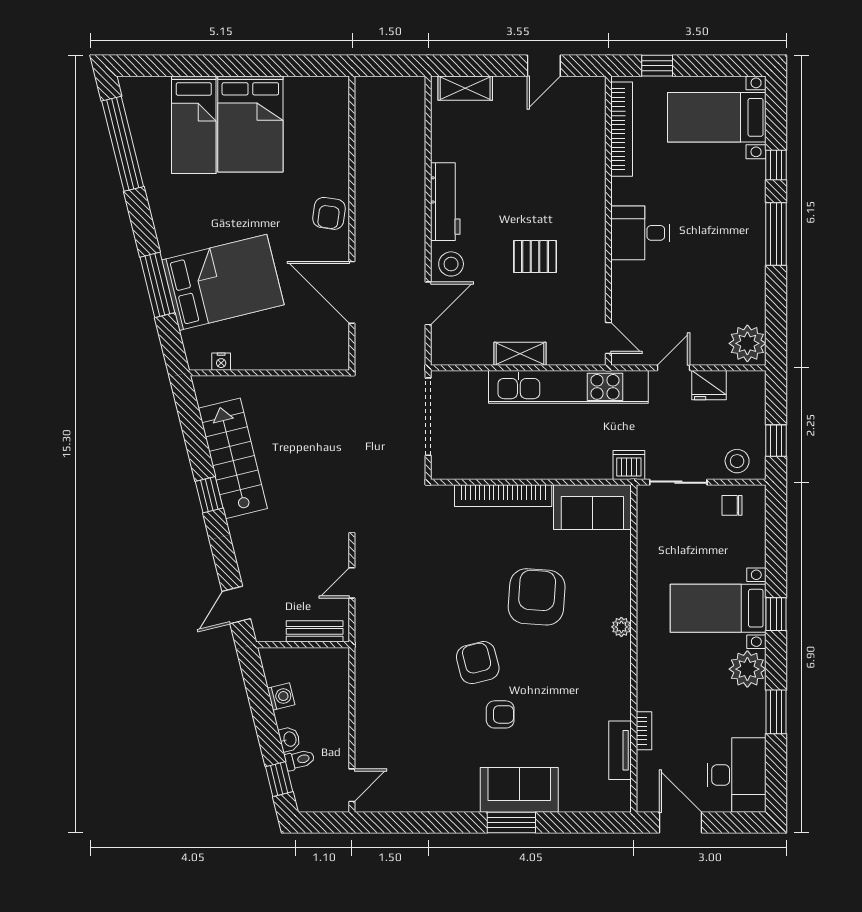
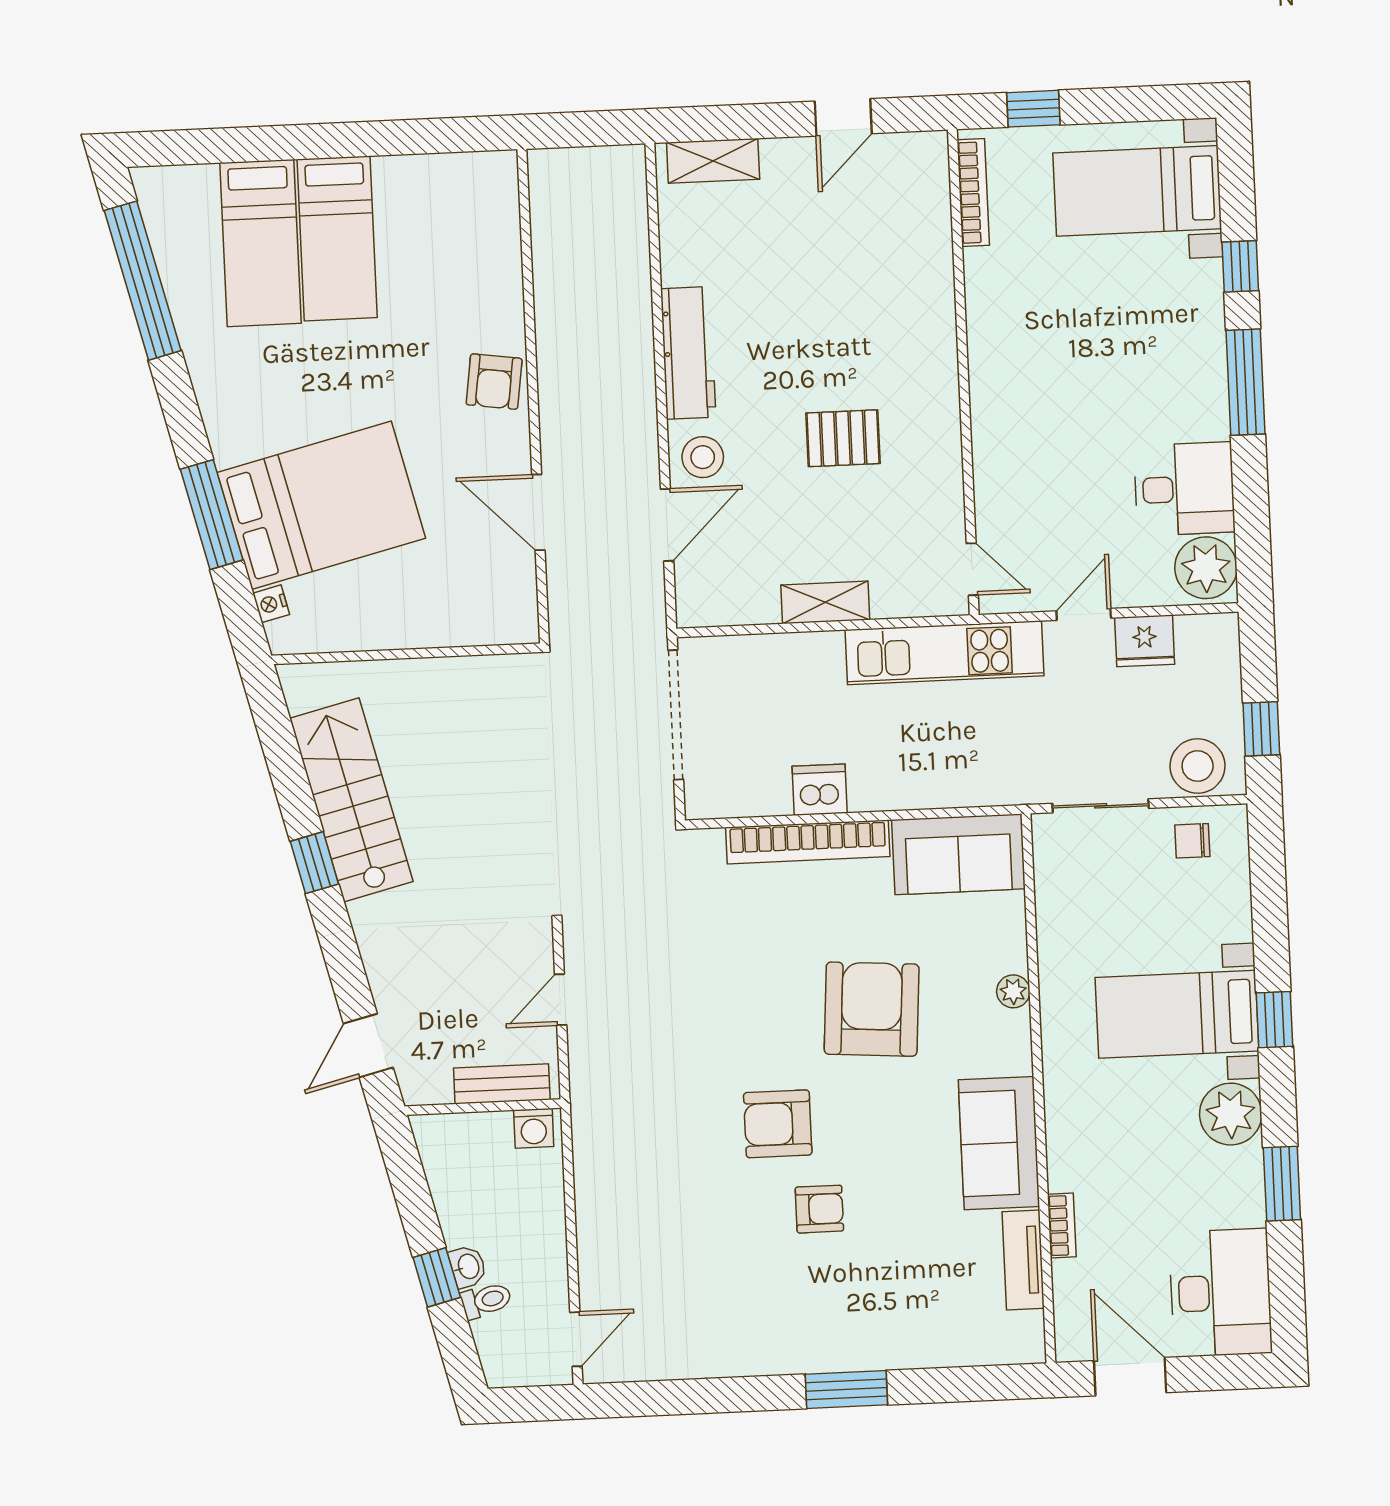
bed: (250, 124) -> (337, 238), width x0.67
bookcase: (622, 129) -> (973, 193), width x0.68, depth x0.76
desk: (640, 233) -> (1184, 489), moved, turned 180
door: (352, 292) -> (538, 512), width x0.73
nightstand: (221, 362) -> (271, 604), moved, turned 76
kitchen unit: (568, 387) -> (944, 653), width x0.73
stool: (737, 461) -> (1198, 766), width x1.38, depth x1.38
dishwasher: (629, 465) -> (820, 790), moved
plant: (621, 627) -> (1013, 991), moved
armchair: (478, 663) -> (778, 1124), turned -76
washing machine: (281, 697) -> (534, 1128), moved, turned 104
window: (279, 779) -> (437, 1277), moved
sofa: (519, 790) -> (999, 1143), moved, turned -90

